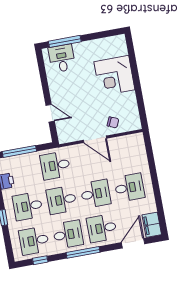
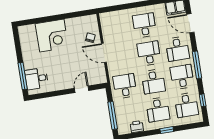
door: (95, 139) -> (104, 53), swing flipped
desk: (55, 165) -> (125, 86), turned 180

